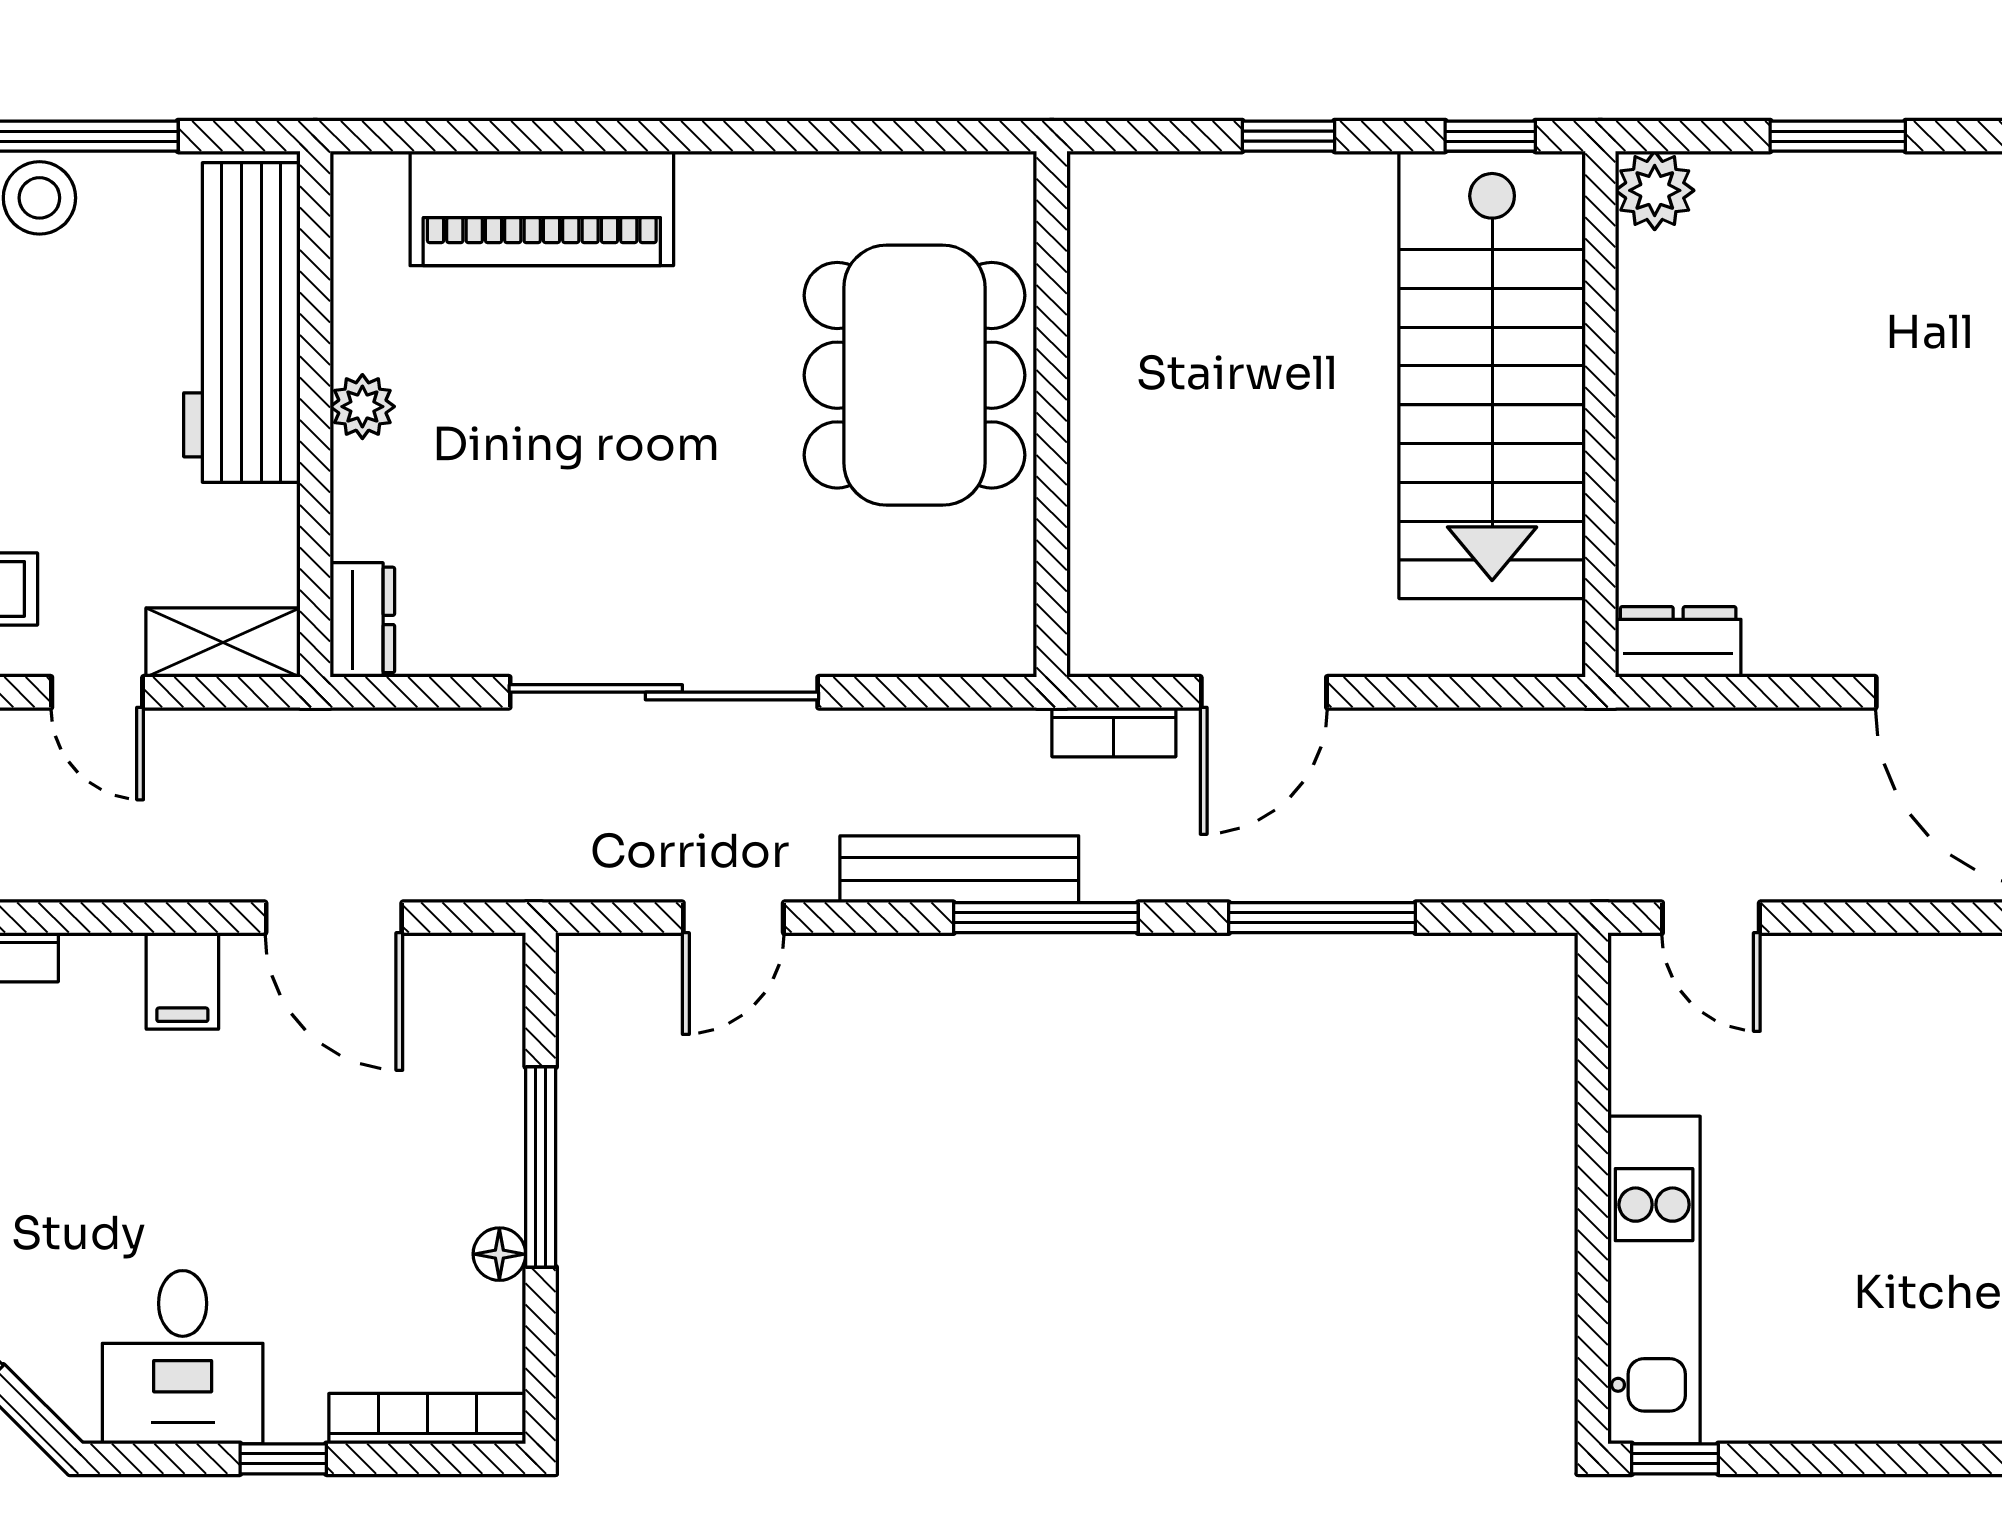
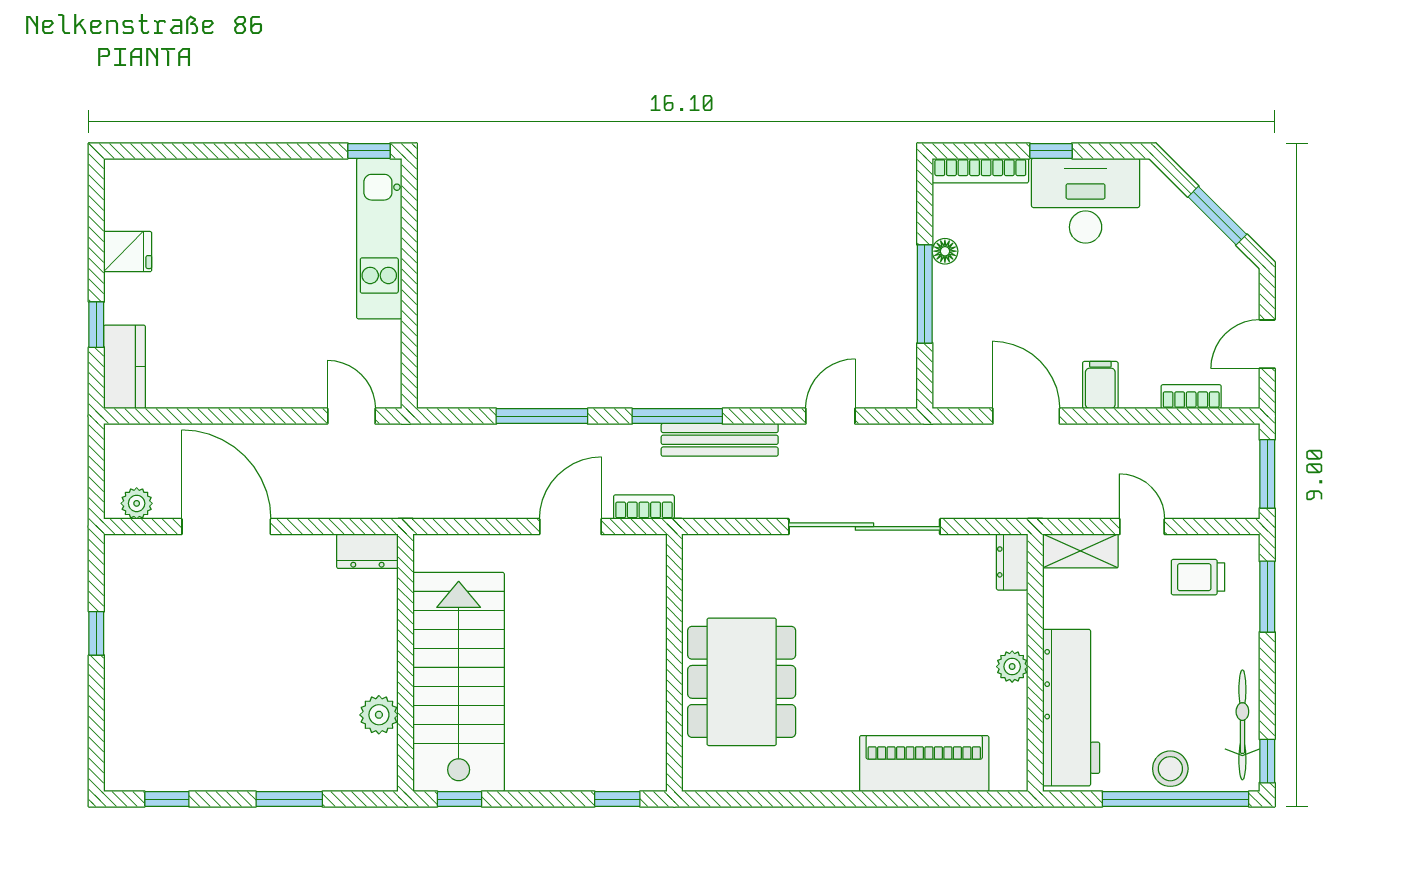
window: (1288, 136) -> (617, 799), moved
plant: (1655, 190) -> (379, 715), moved
desk: (183, 1357) -> (1086, 201), width x1.37

